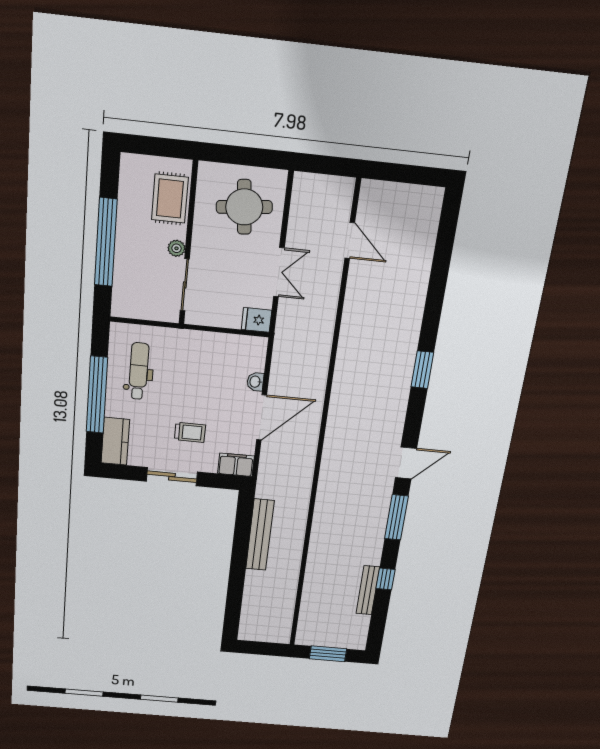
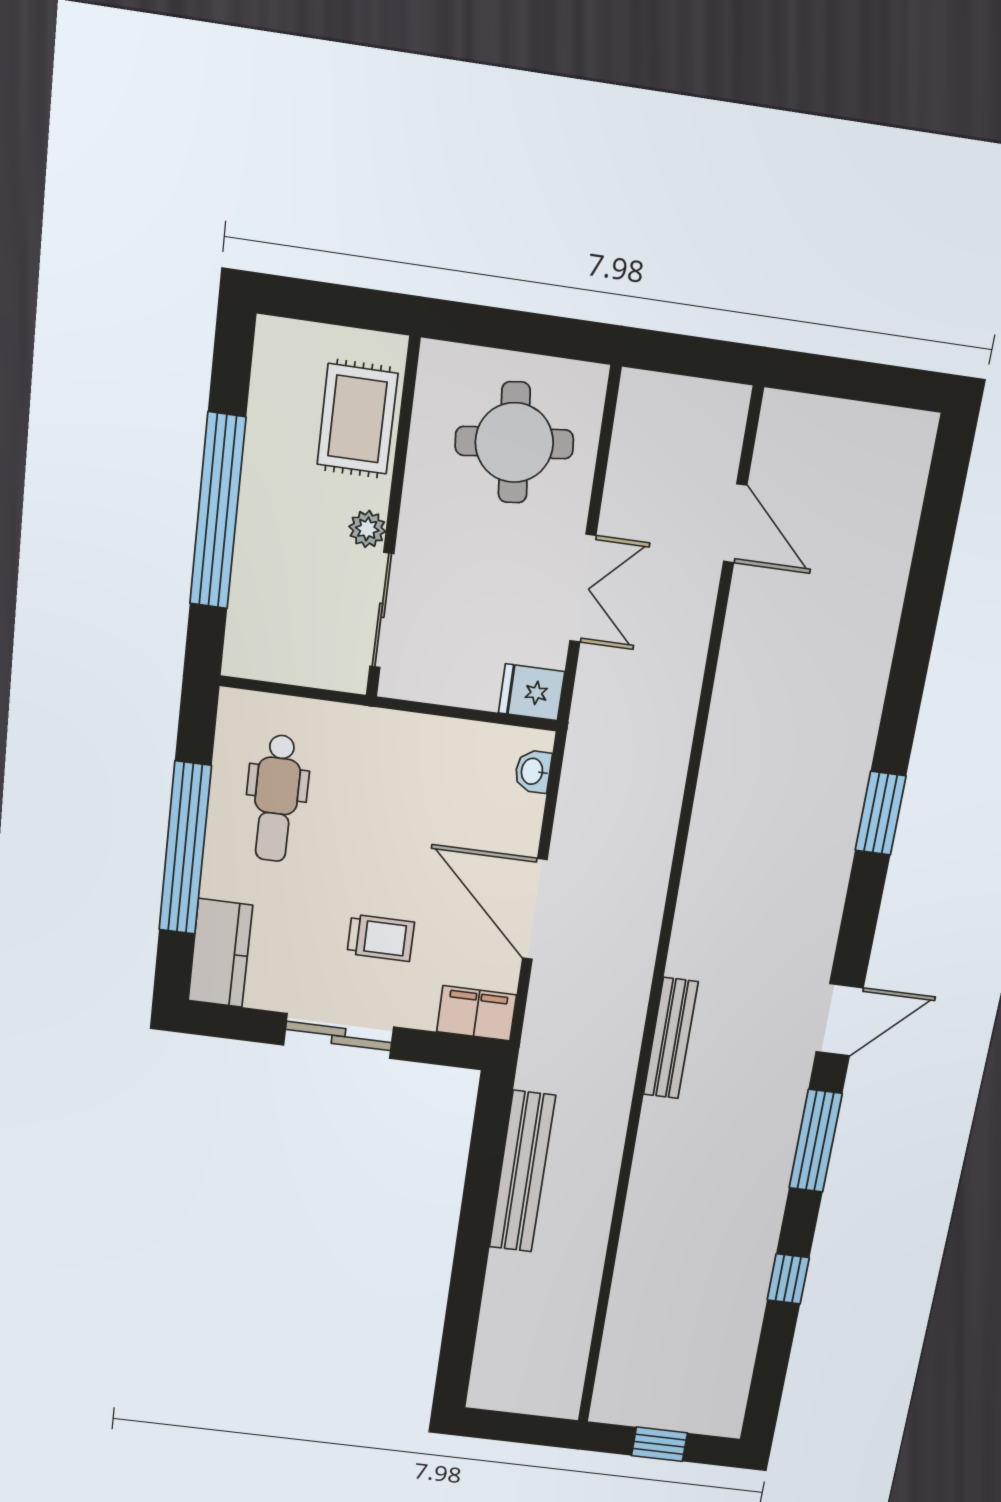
dental chair: (139, 371) -> (276, 798), turned 180
washbasin: (255, 382) -> (533, 771), moved
door: (262, 417) -> (535, 909), swing flipped
bench: (368, 590) -> (671, 1038), moved
window: (328, 654) -> (659, 1444), width x0.67

